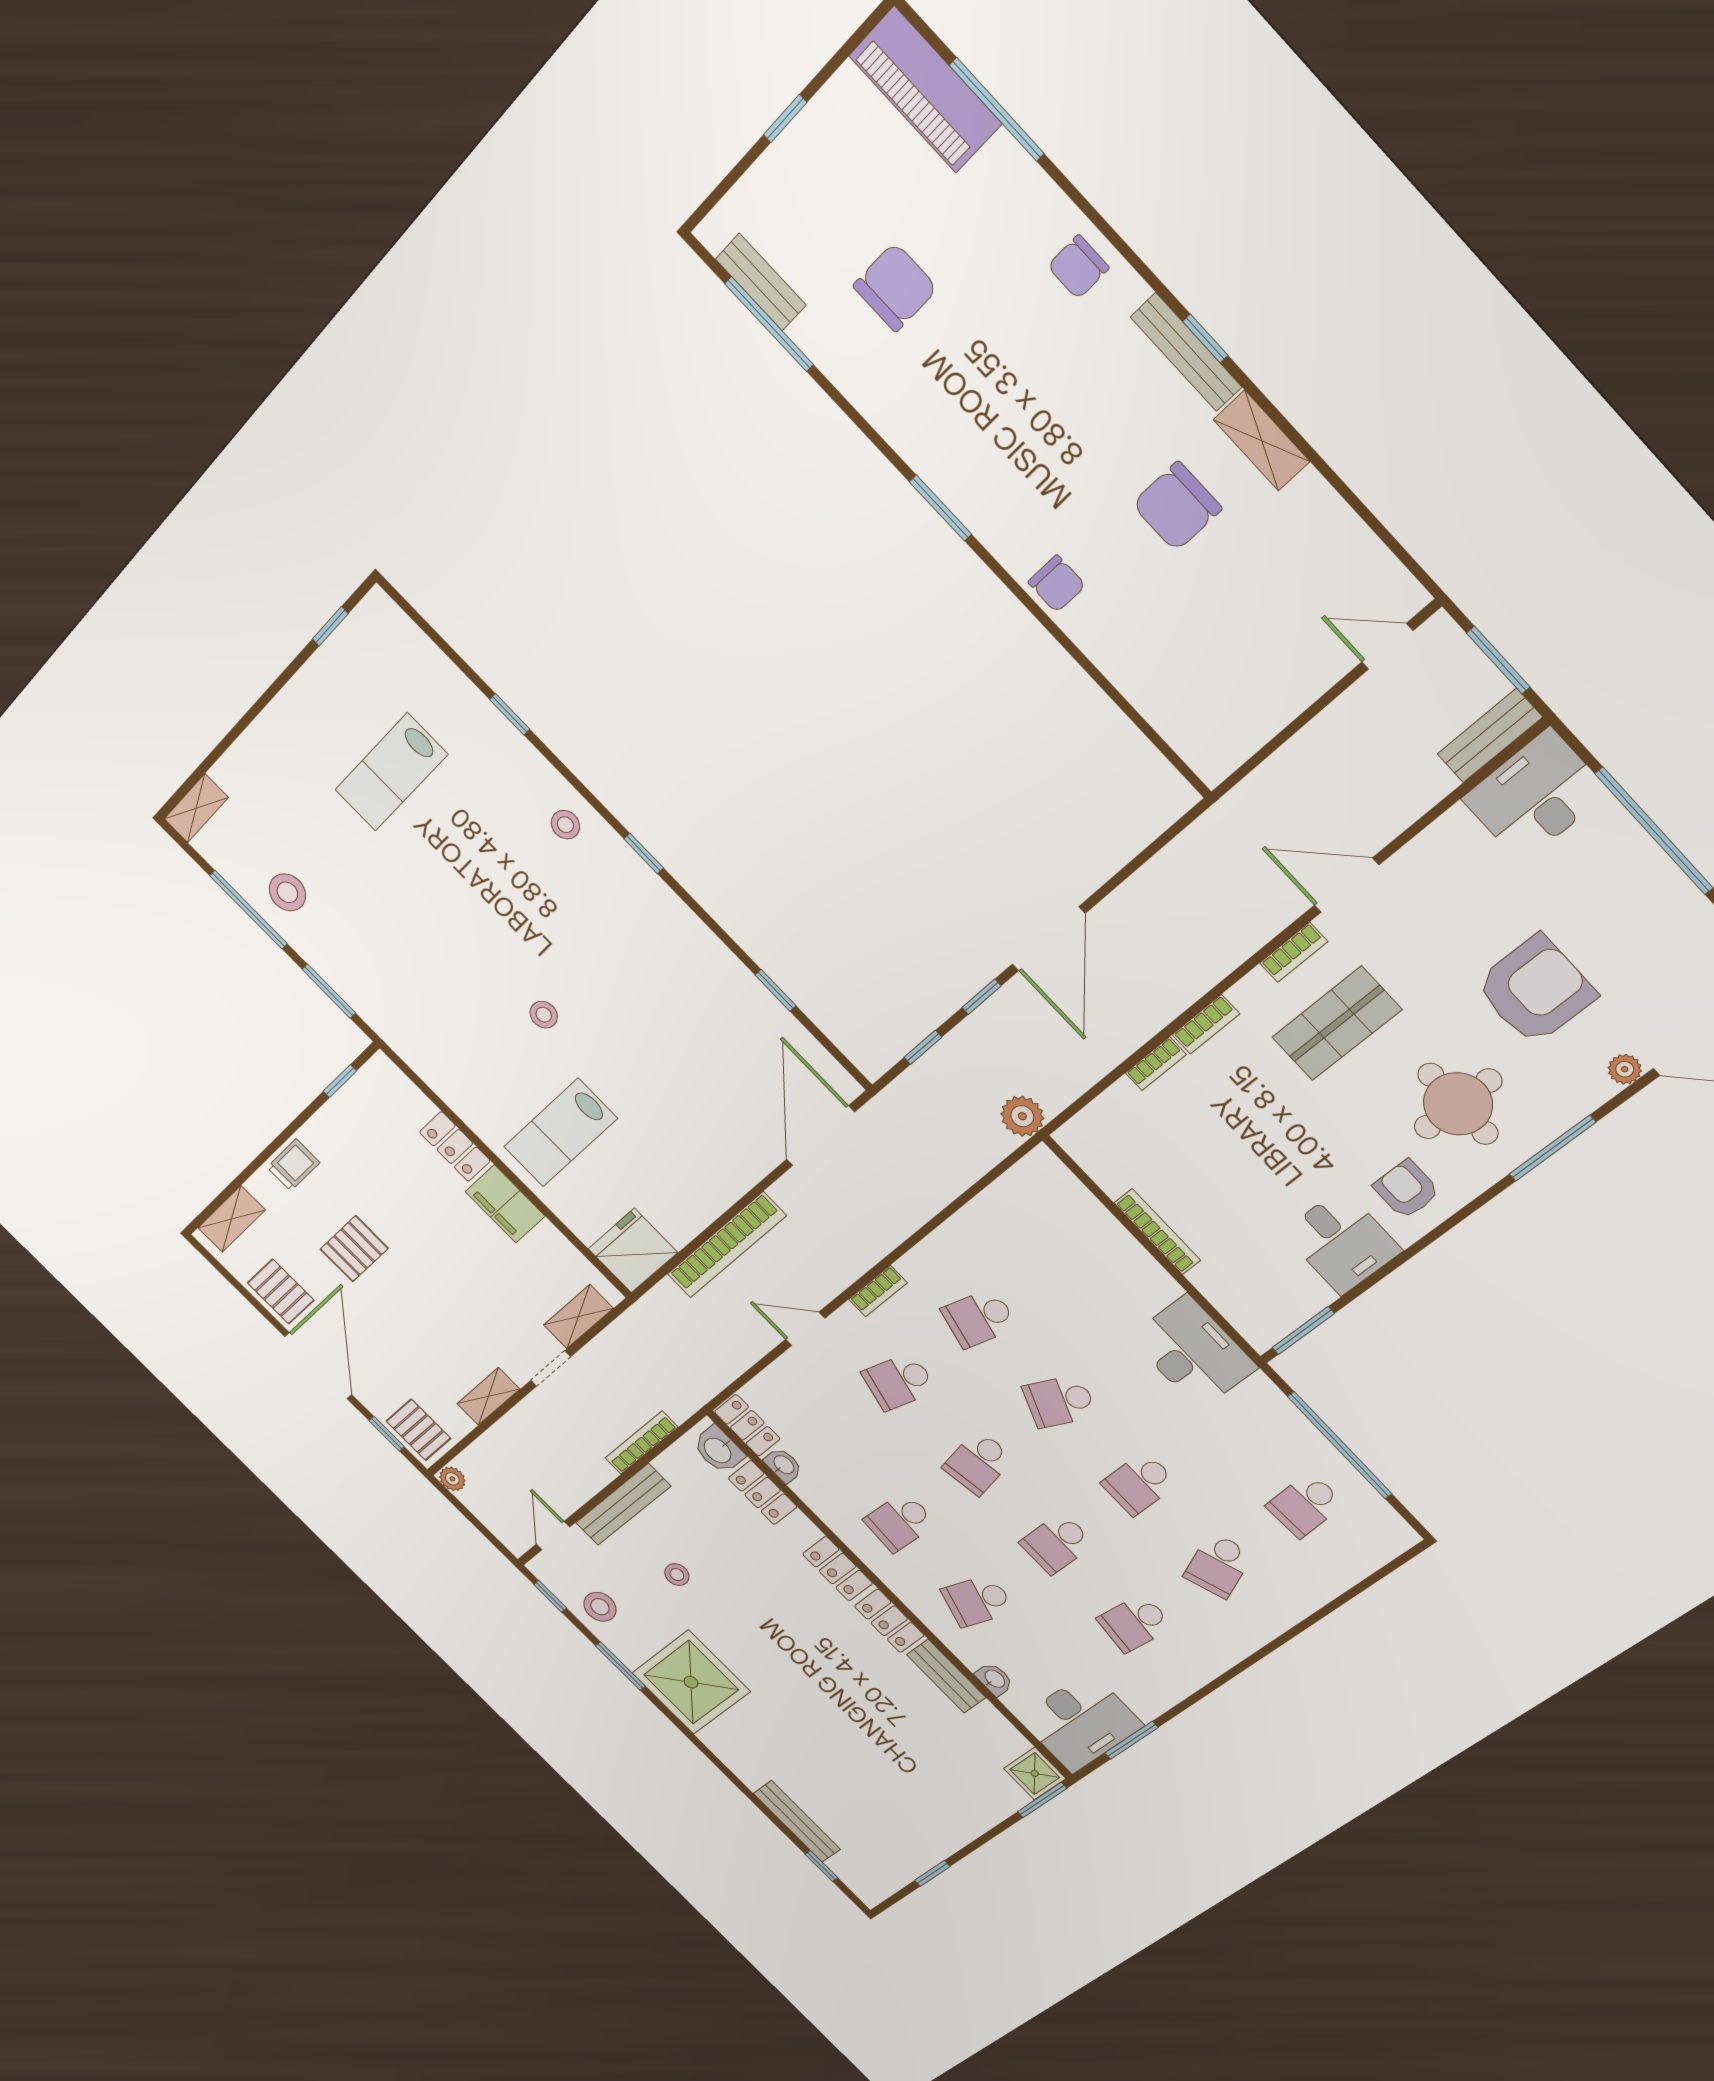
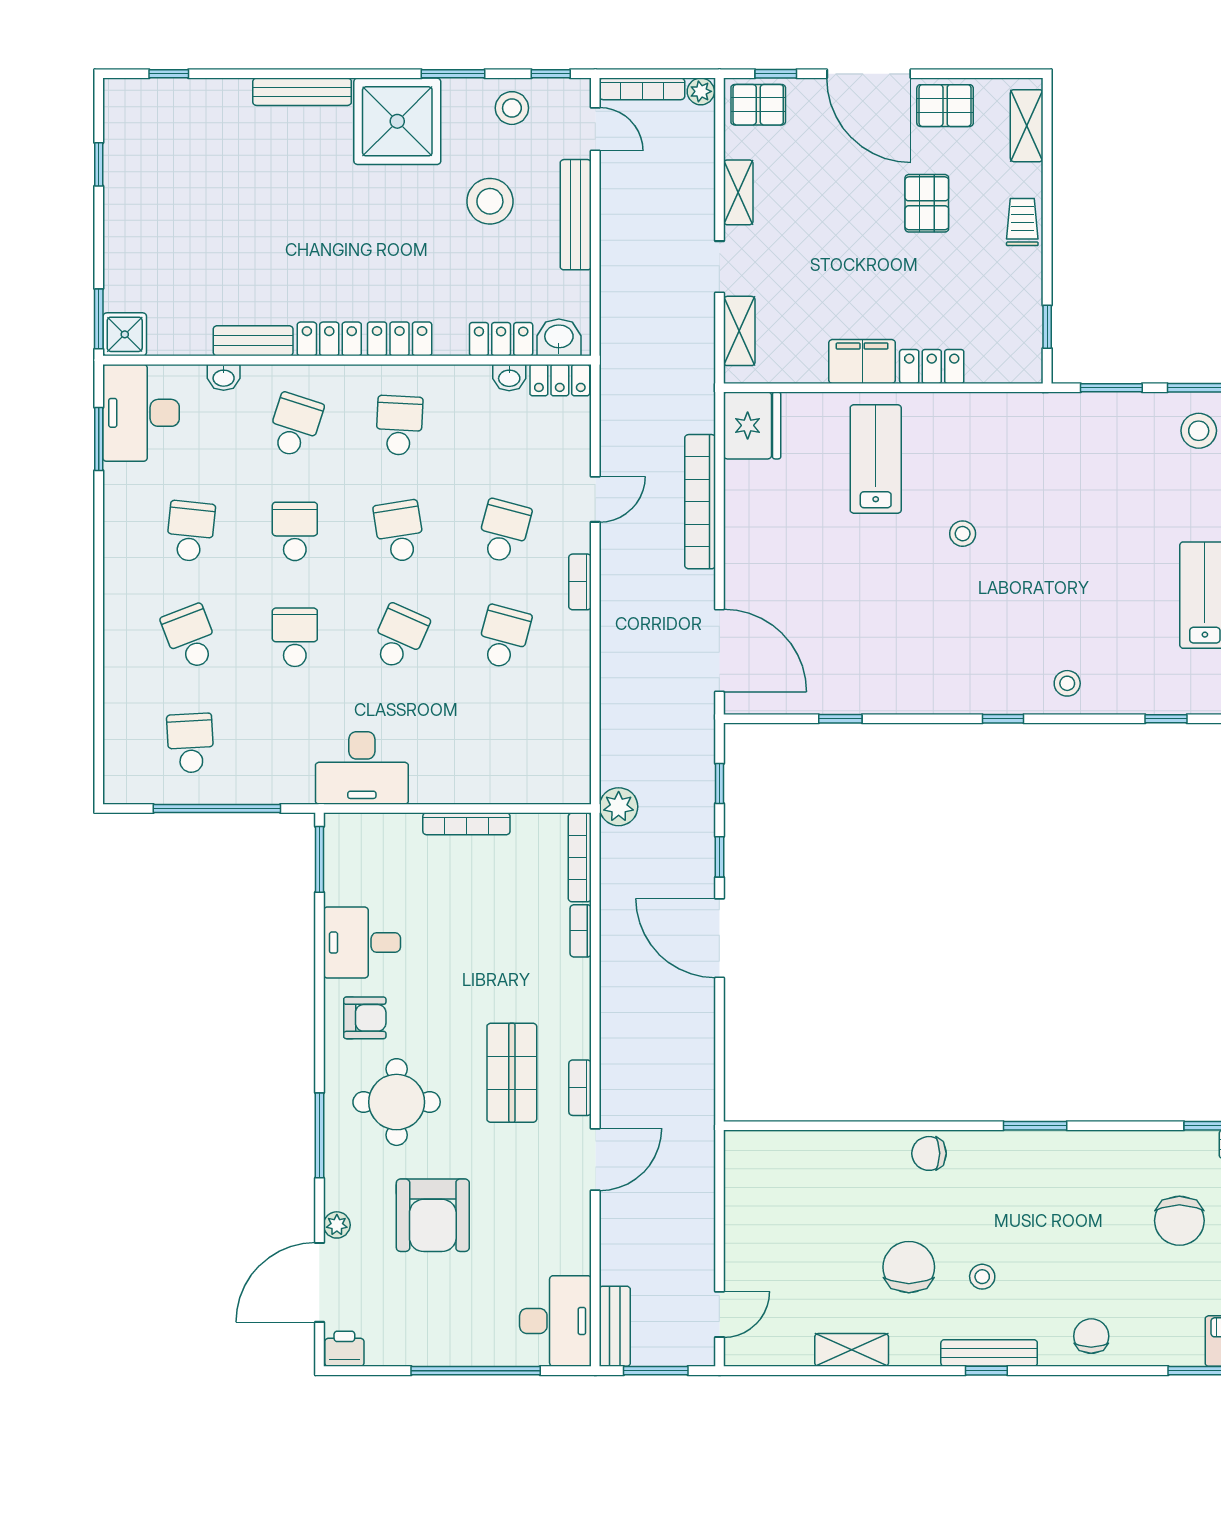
stool: (1121, 428) -> (982, 1277), added
shelving: (1262, 441) -> (852, 1350), moved
bookcase: (1206, 1024) -> (580, 857), moved, width x1.56
trolley: (293, 1165) -> (1022, 222), turned 180
bookcase: (641, 1443) -> (642, 89), moved, turned 90
stool: (677, 1575) -> (490, 201), width x1.89, depth x1.89
bench: (797, 1821) -> (302, 92), moved

